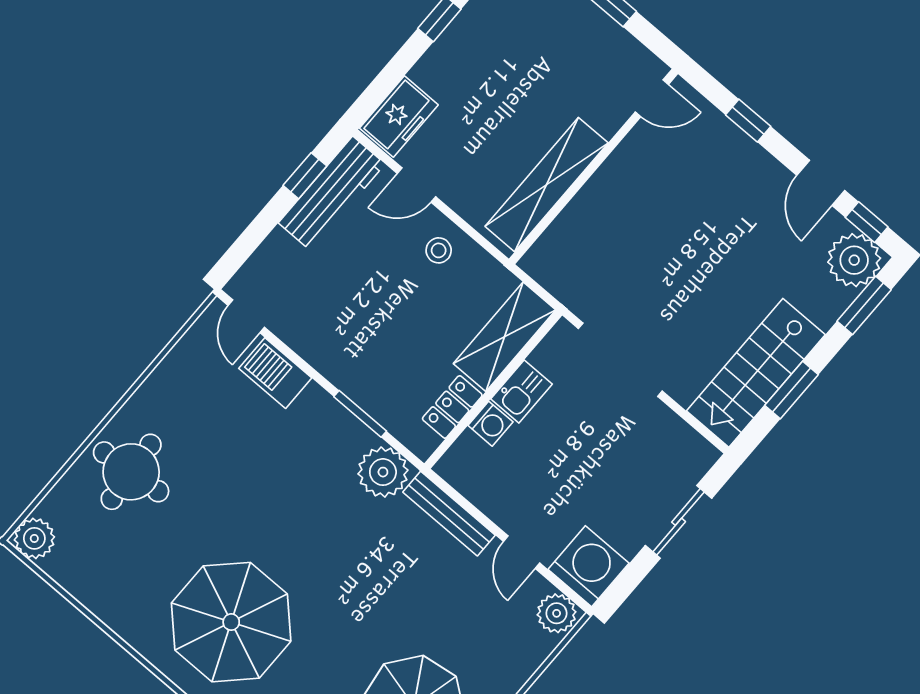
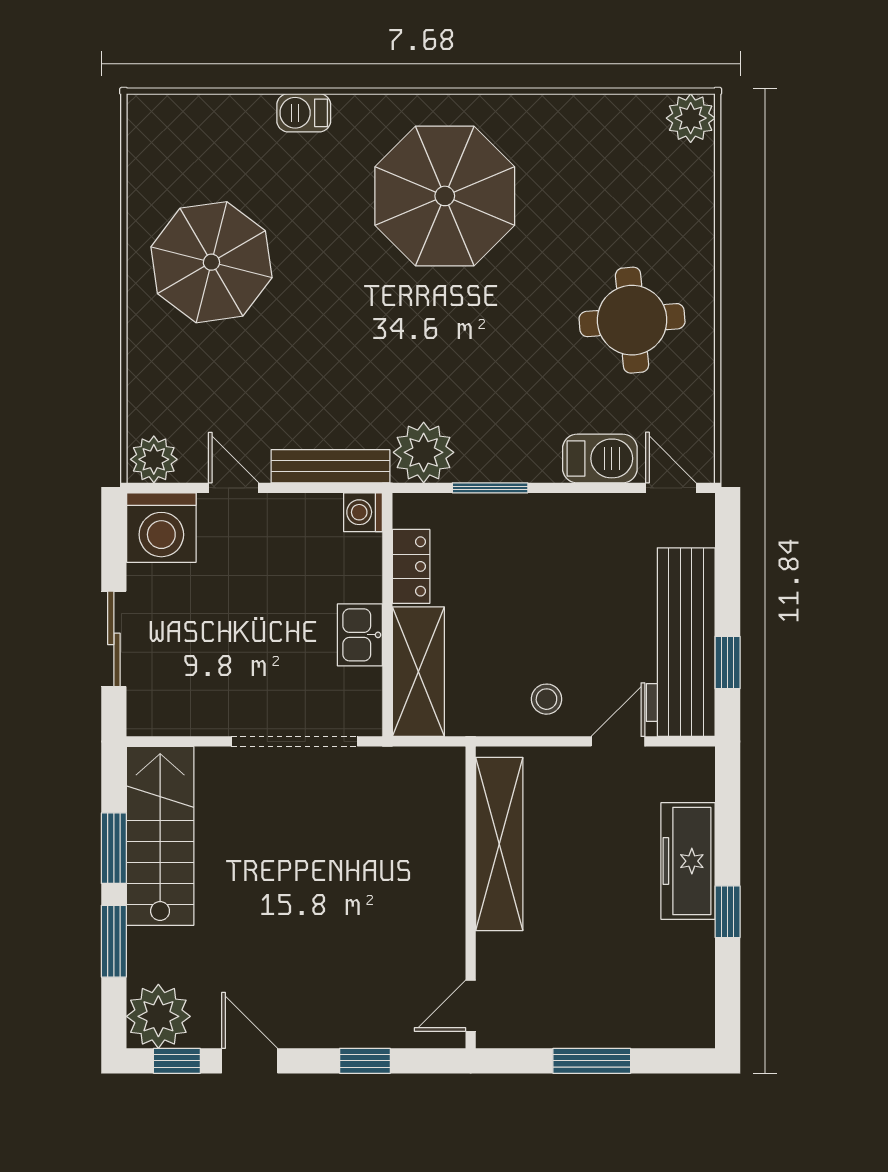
freezer: (399, 117) -> (688, 861), moved, width x1.40
workbench: (332, 193) -> (681, 642), width x1.36, depth x1.32
window: (864, 305) -> (114, 941), moved
washing machine: (490, 424) -> (363, 512), moved
round table: (131, 472) -> (632, 320), moved

